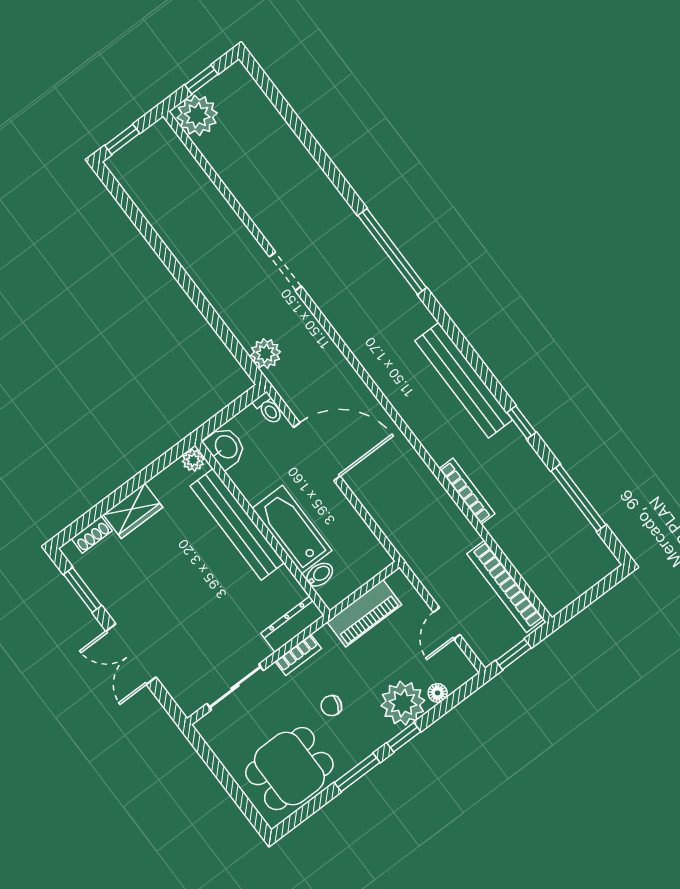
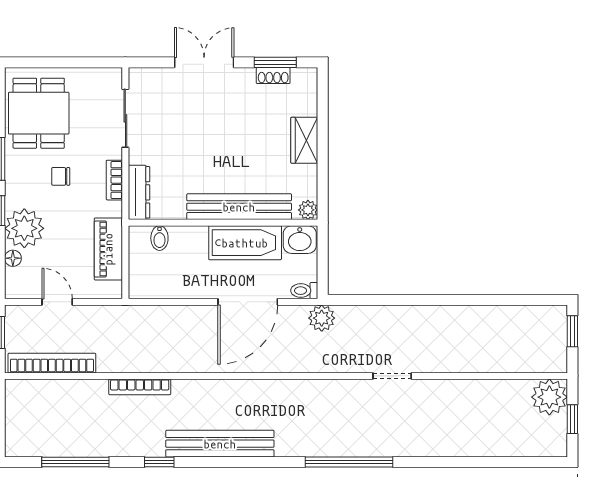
plant: (266, 354) -> (322, 318), moved
bathtub: (292, 529) -> (245, 243), moved
shoe rack: (92, 535) -> (273, 75), moved, turned -90
chair: (331, 706) -> (61, 176), turned -110

